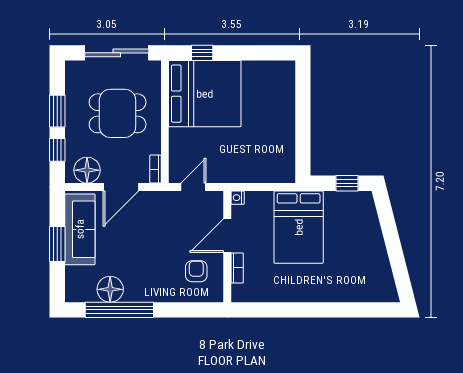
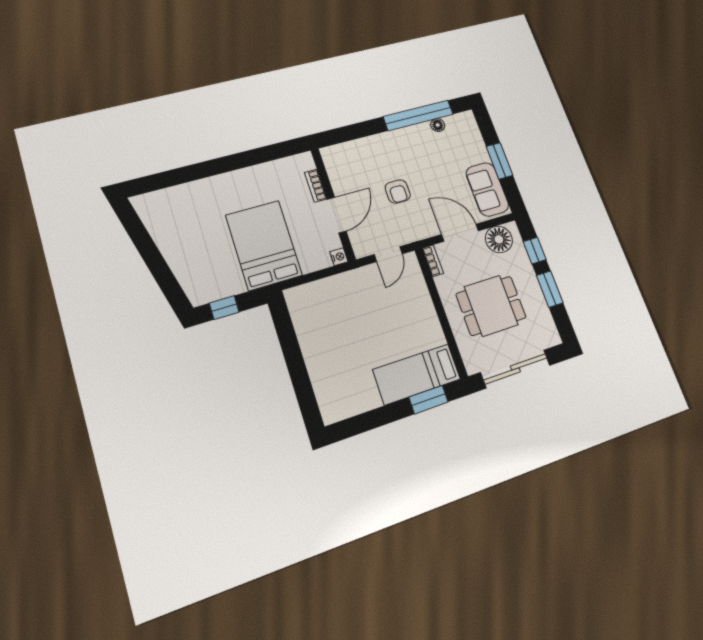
window: (202, 53) -> (428, 400), width x1.50
bed: (205, 94) -> (417, 374), width x0.49
door: (121, 187) -> (460, 233), hinge flipped
sofa: (80, 229) -> (487, 189), width x0.73
armchair: (196, 271) -> (398, 191), moved
floor lamp: (110, 289) -> (438, 125), width x0.53, depth x0.53

